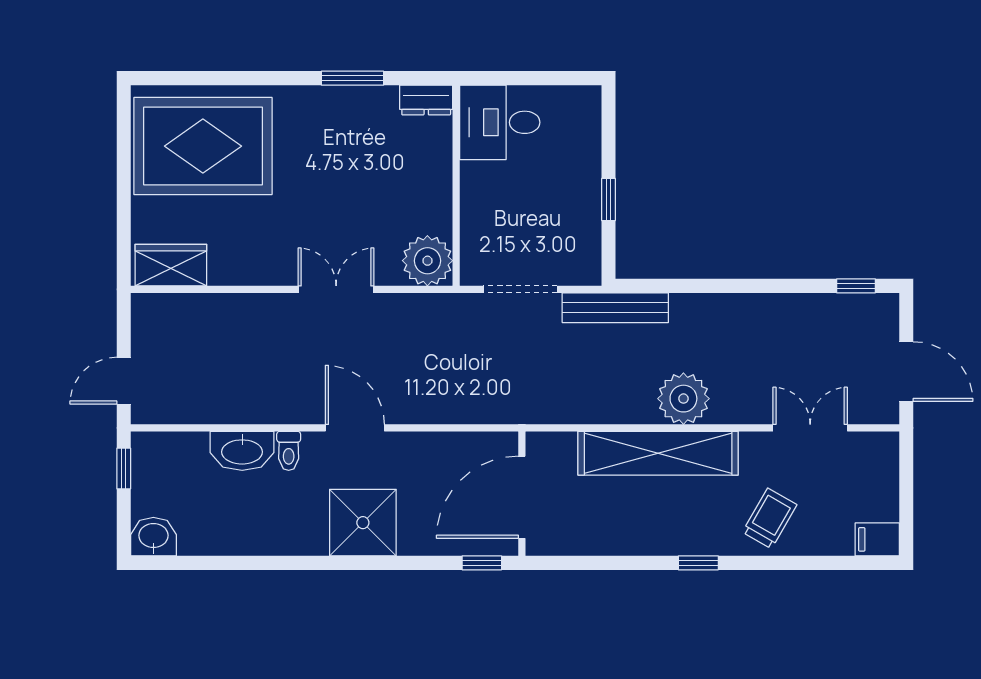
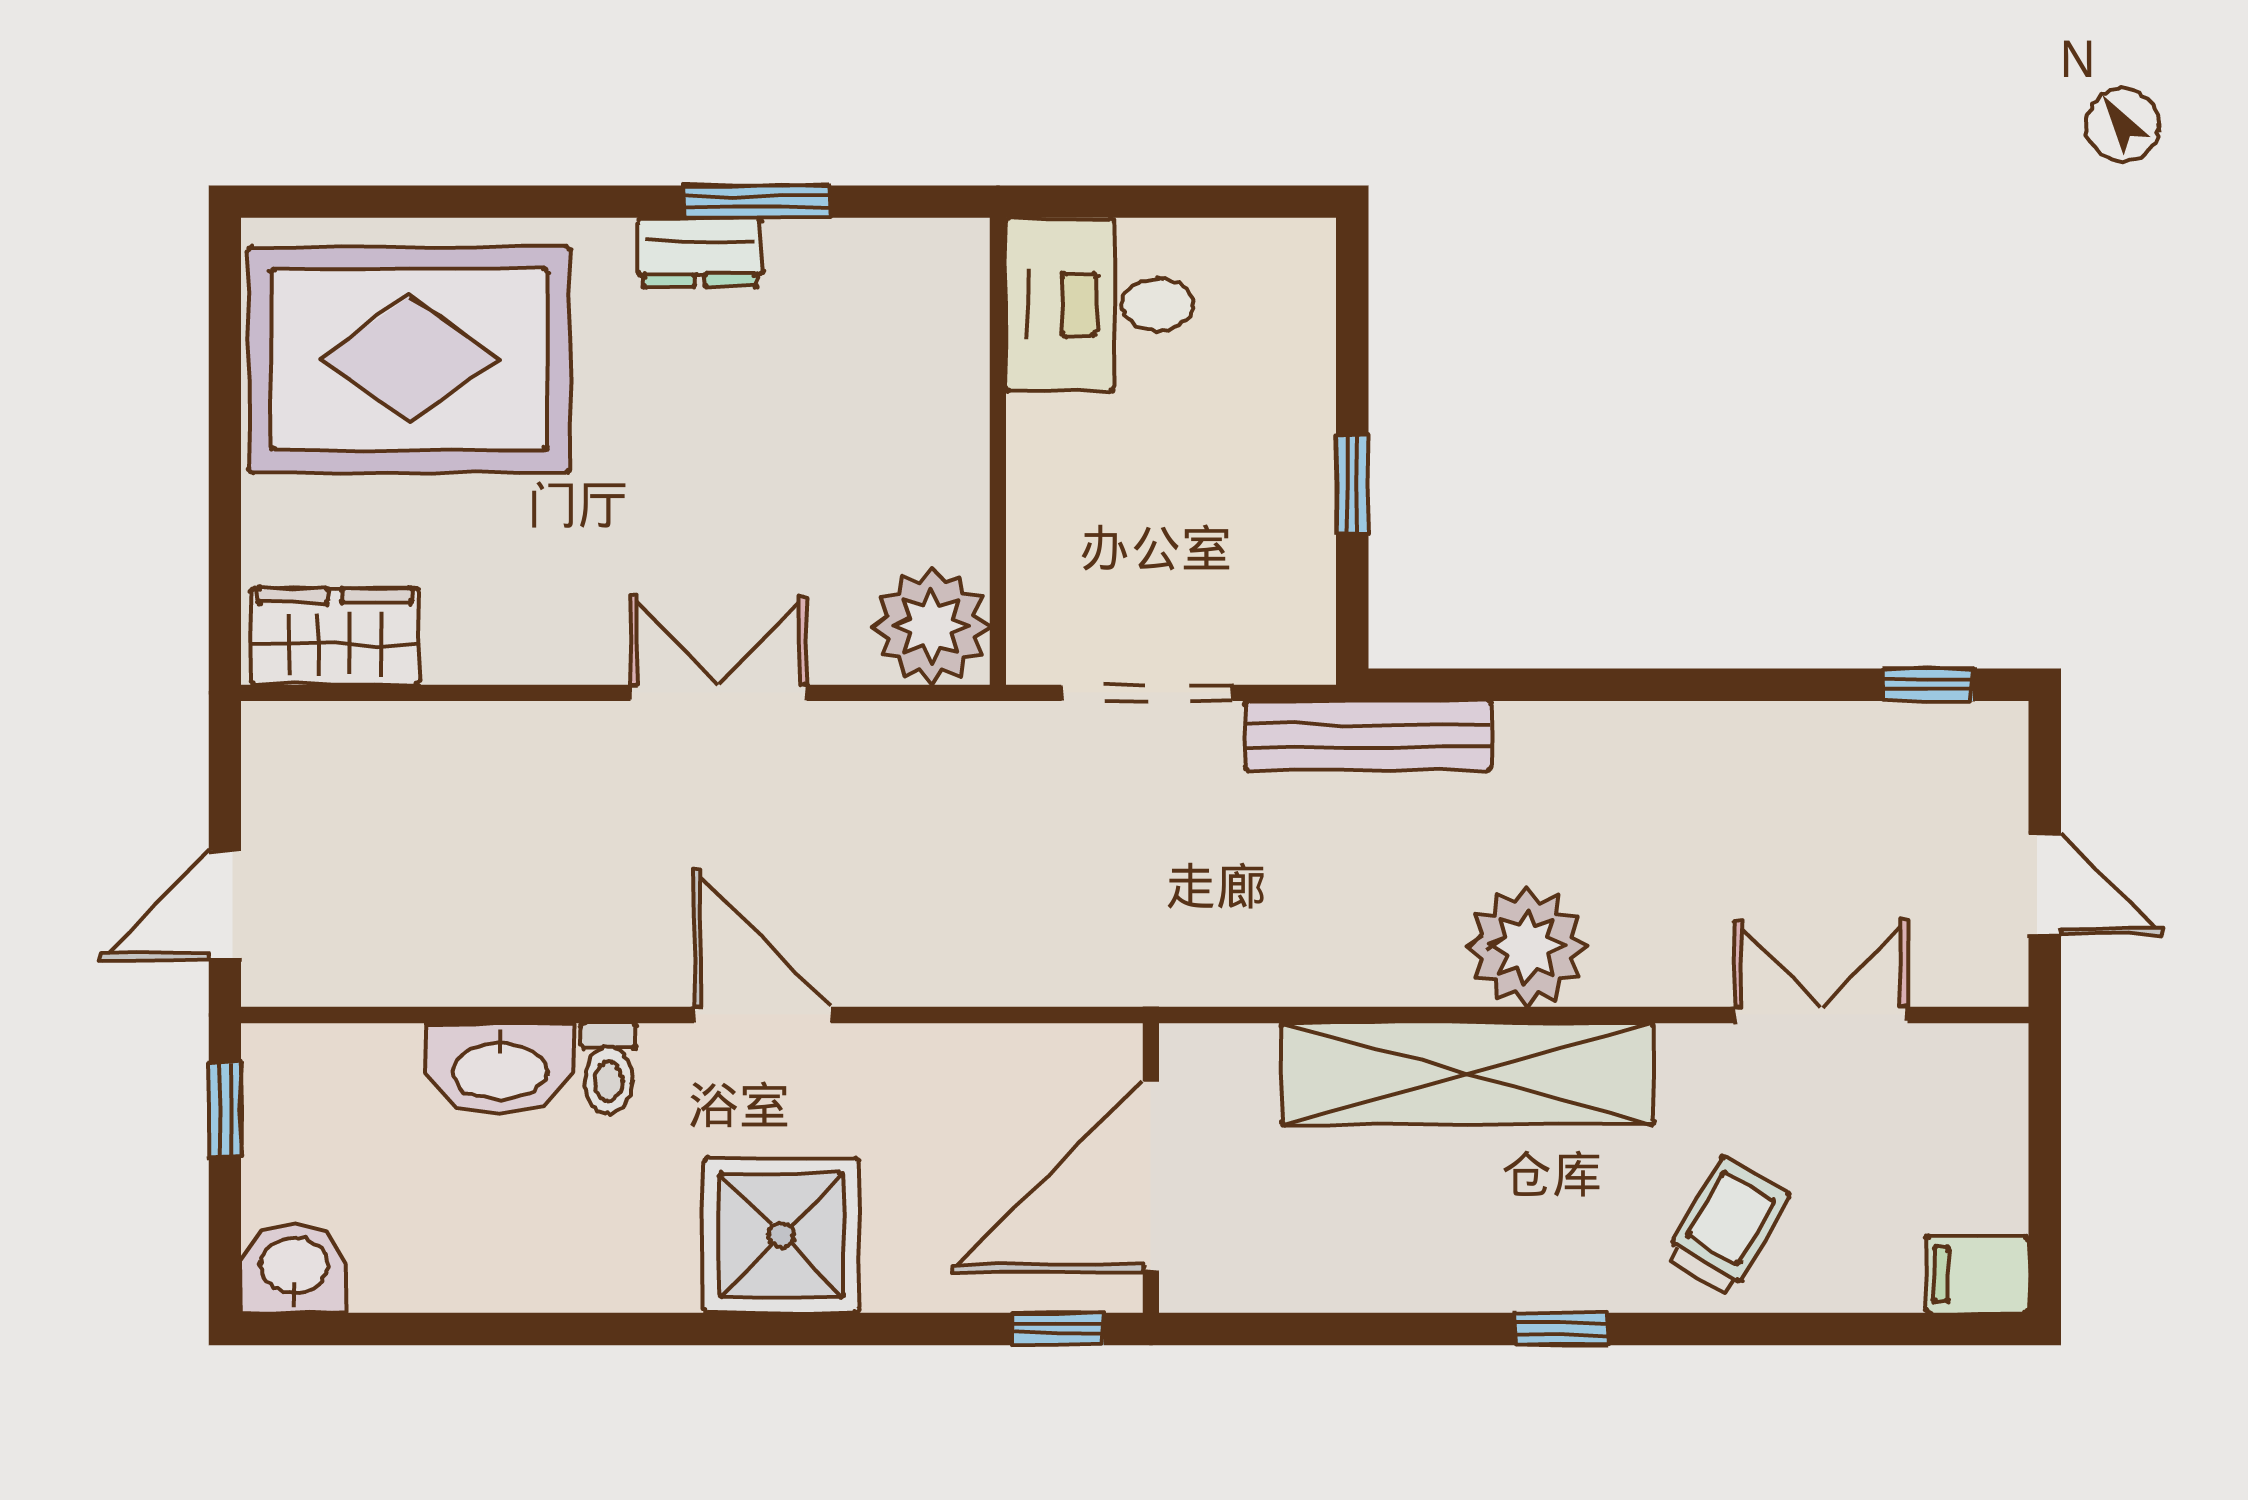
dresser: (426, 100) -> (700, 252), moved
door: (906, 372) -> (2045, 884), width x0.73

